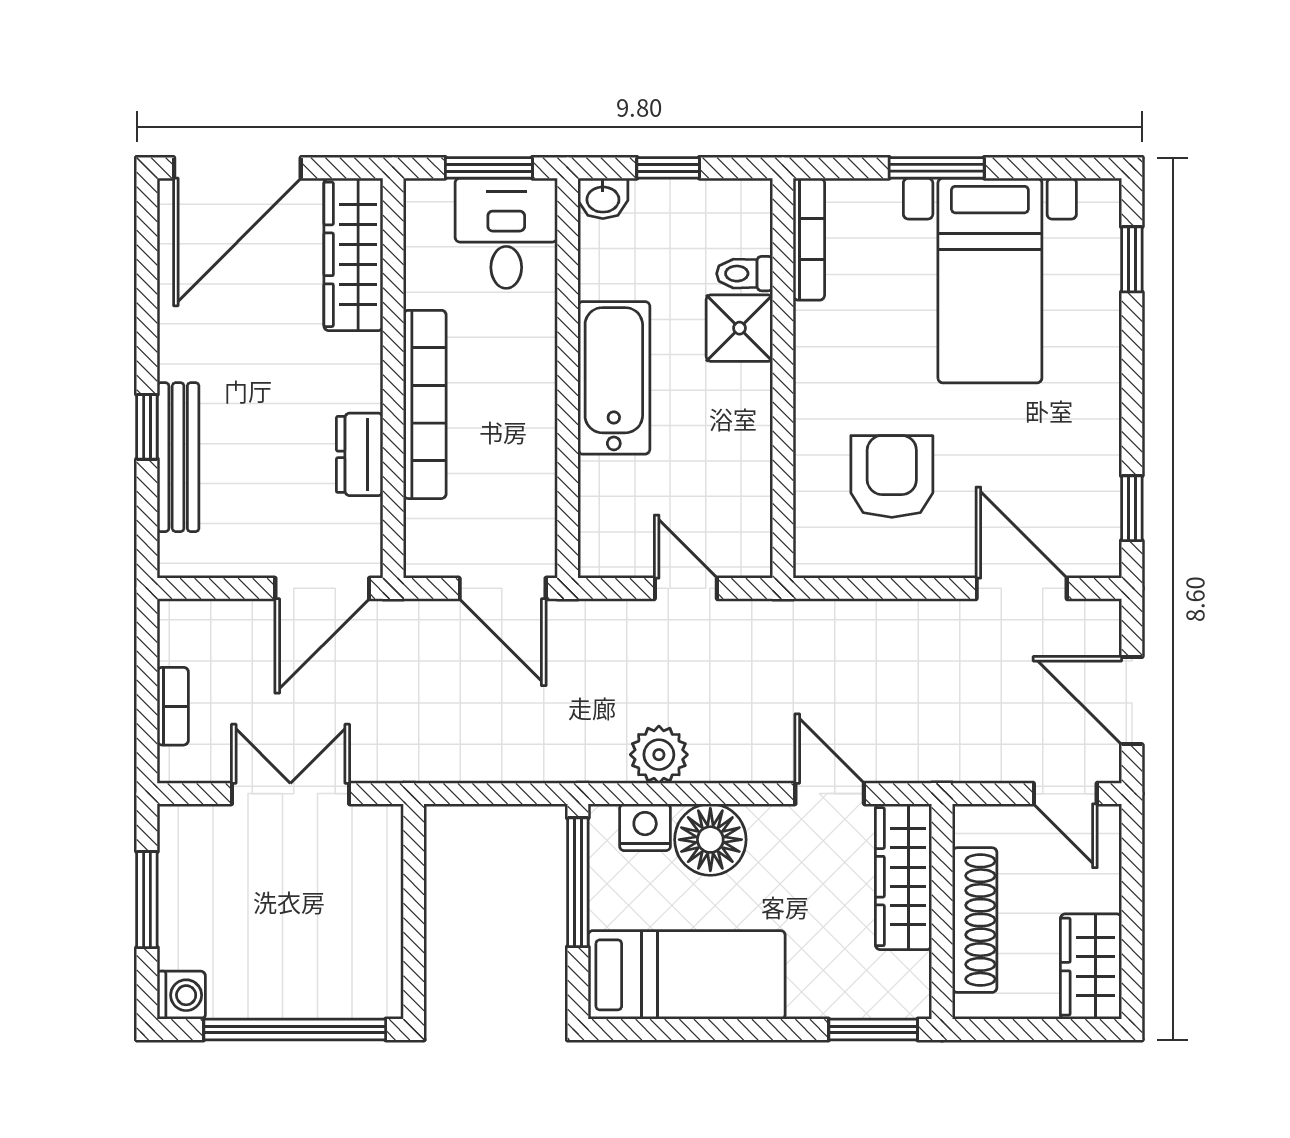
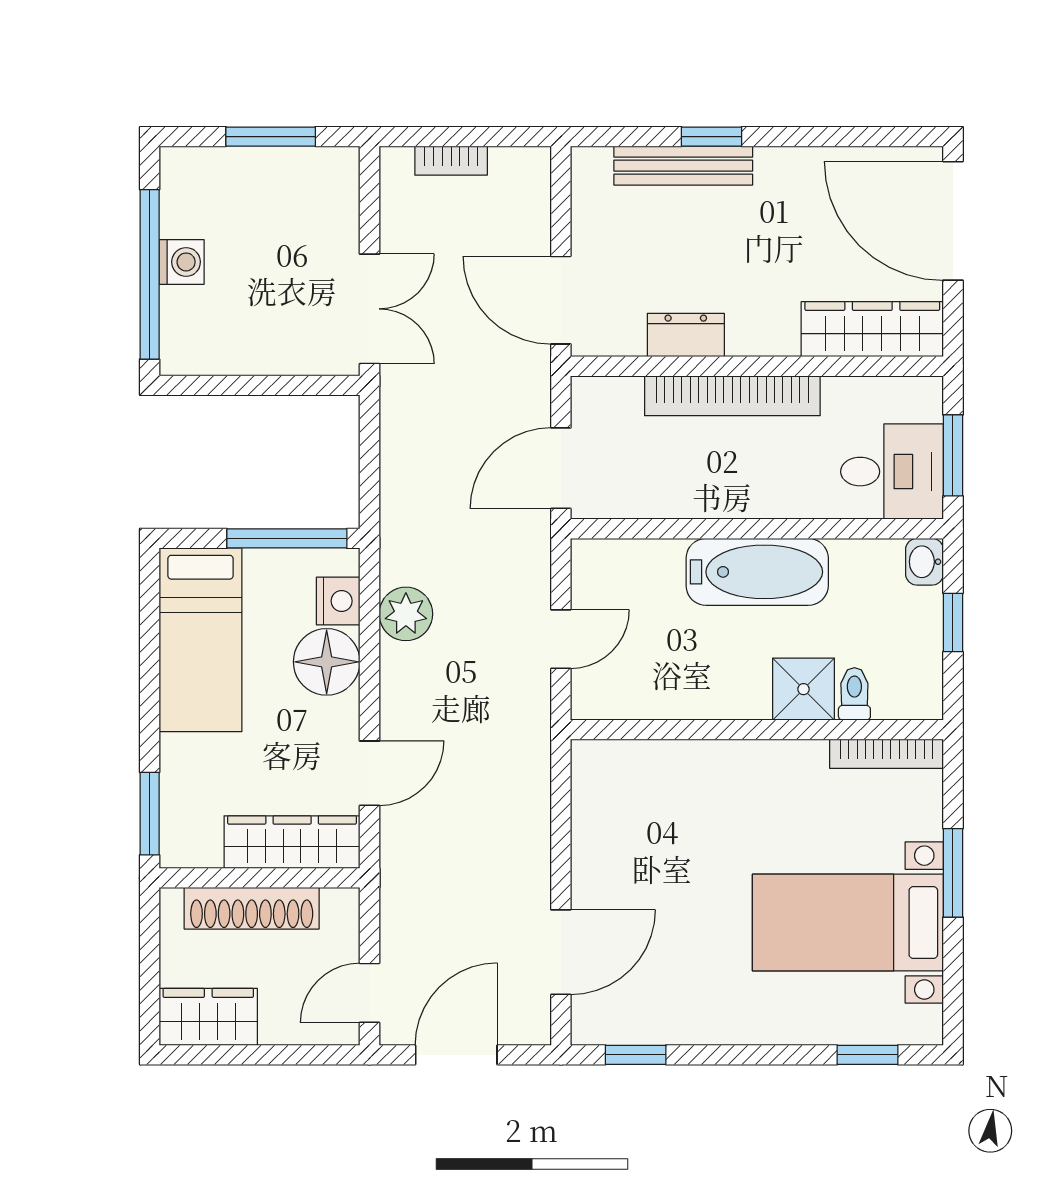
armchair: (892, 477) -> (665, 831), removed
double door: (290, 794) -> (370, 309), moved
washing machine: (181, 995) -> (182, 262), moved, turned -90

